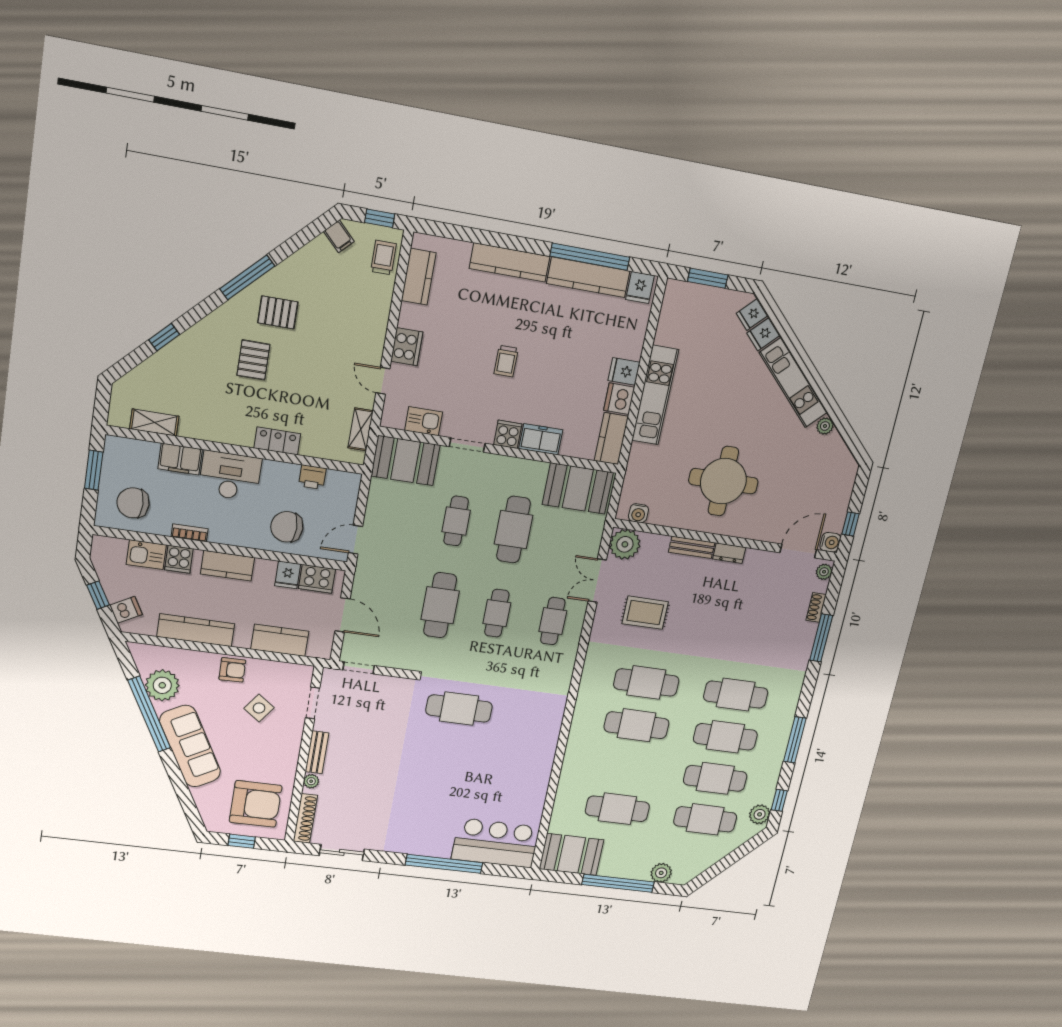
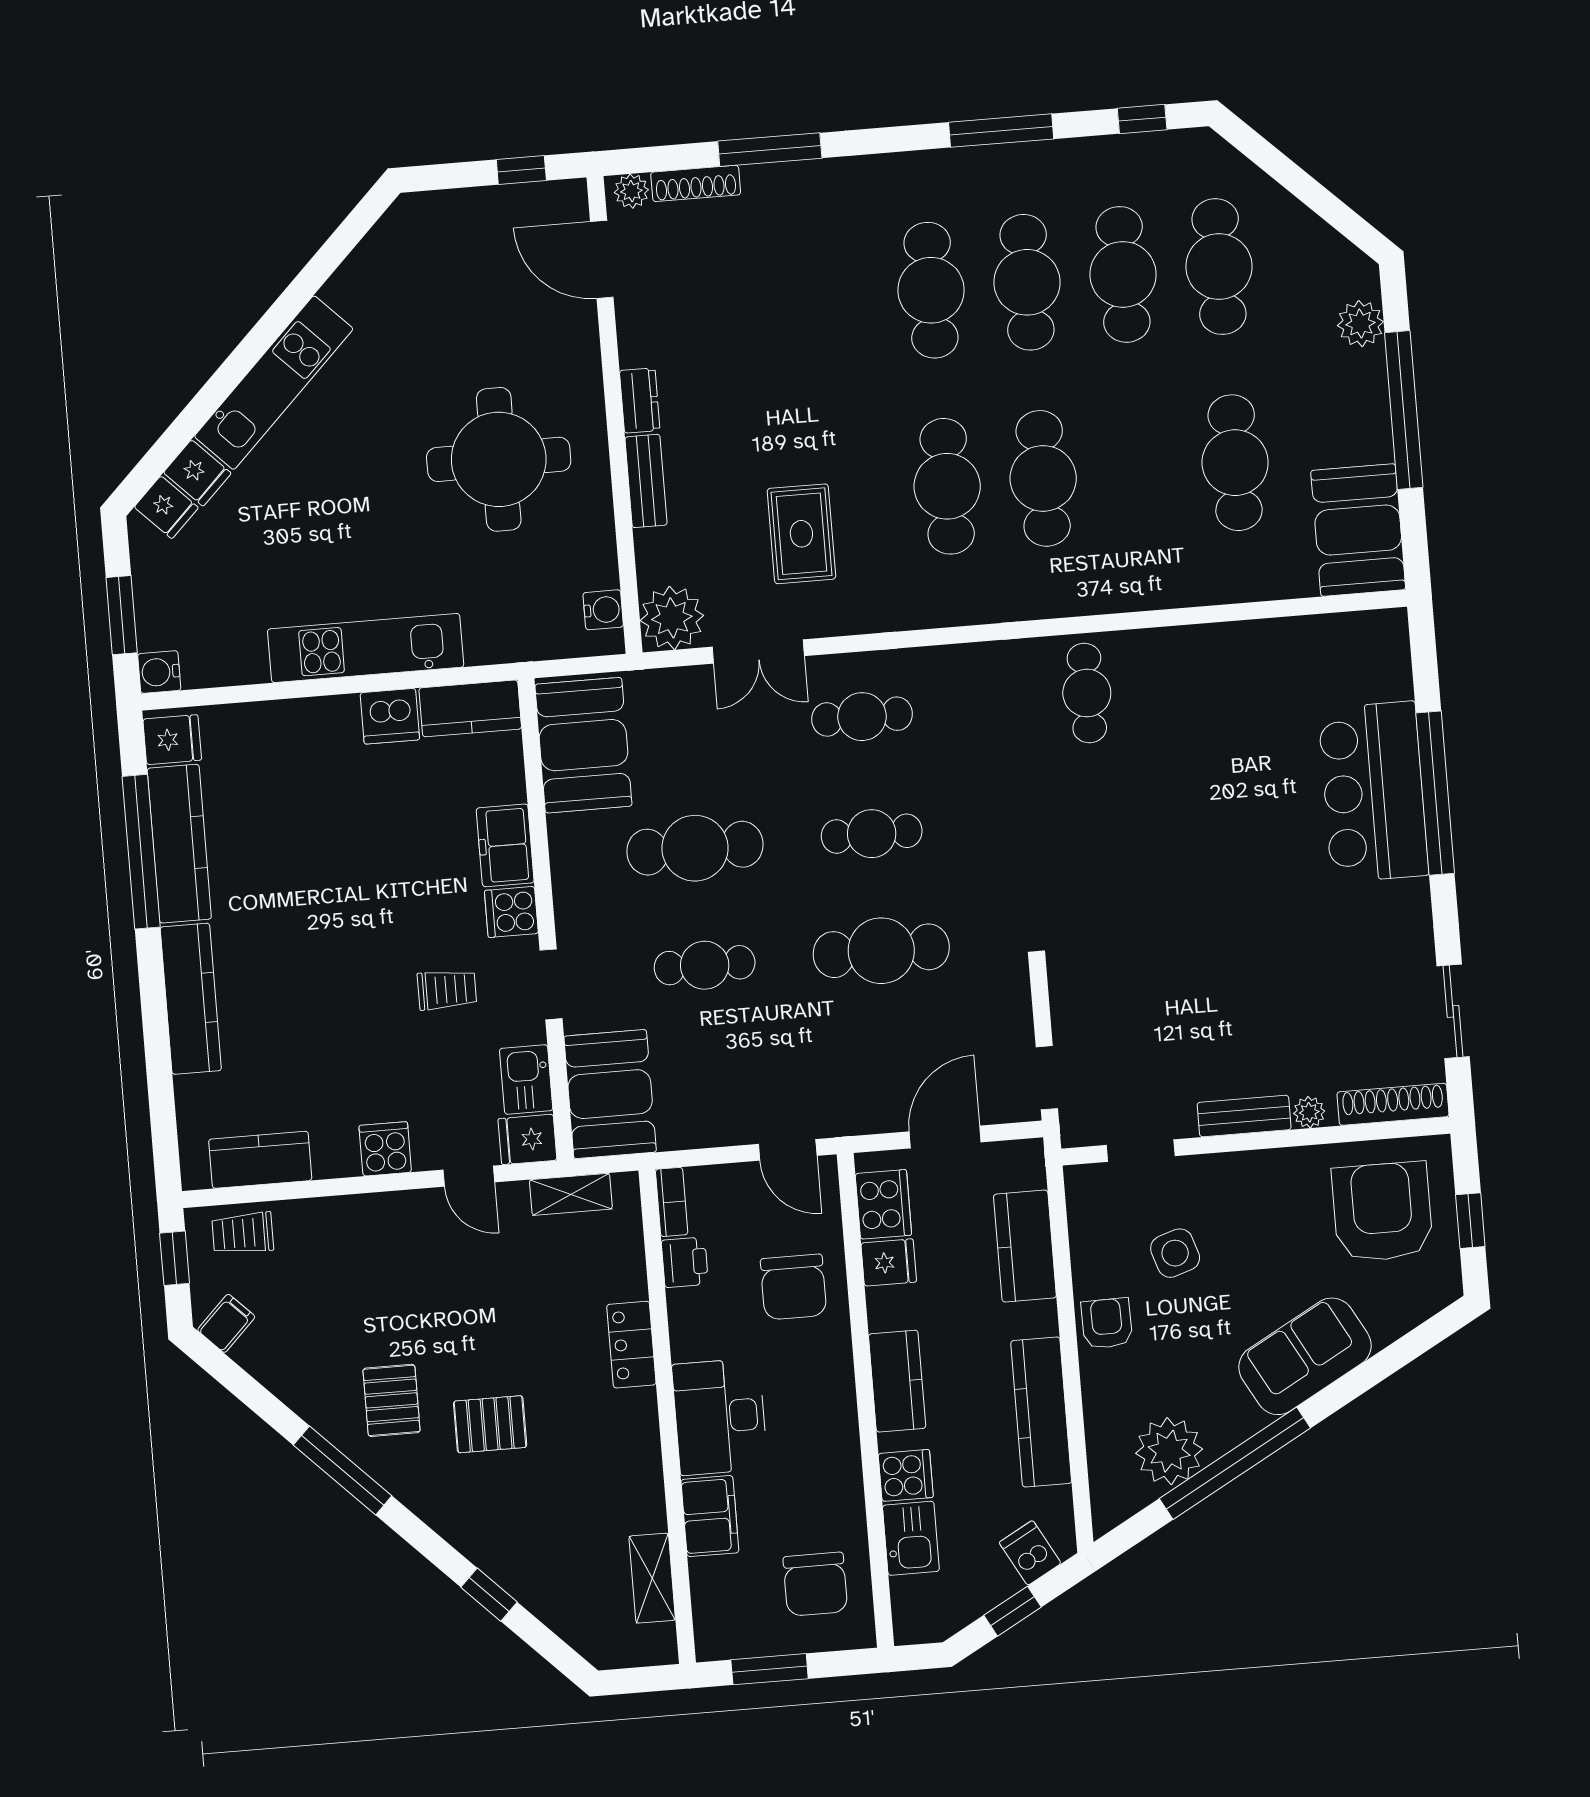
cooker: (407, 347) -> (385, 1149), width x0.73
trolley: (506, 361) -> (447, 990), moved
fridge: (624, 371) -> (527, 1139), moved, turned 90
door: (383, 381) -> (469, 1176), hinge flipped
plant: (825, 426) -> (341, 290), removed
bookcase: (190, 533) -> (672, 1202), moved, turned 180
water cooler: (830, 542) -> (159, 672), moved, turned -90
shoe rack: (816, 607) -> (696, 183), width x1.43
side table: (259, 708) -> (1175, 1253), turned 36
cafe table: (459, 709) -> (1087, 693), moved, width x0.73, depth x0.74
sofa: (190, 746) -> (1305, 1356), width x0.73
plant: (760, 814) -> (1183, 152), removed
bar counter: (496, 843) -> (1373, 792), moved

